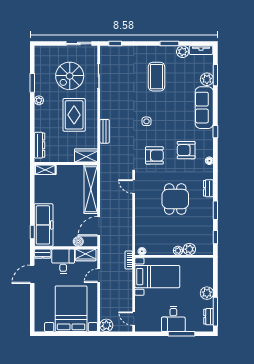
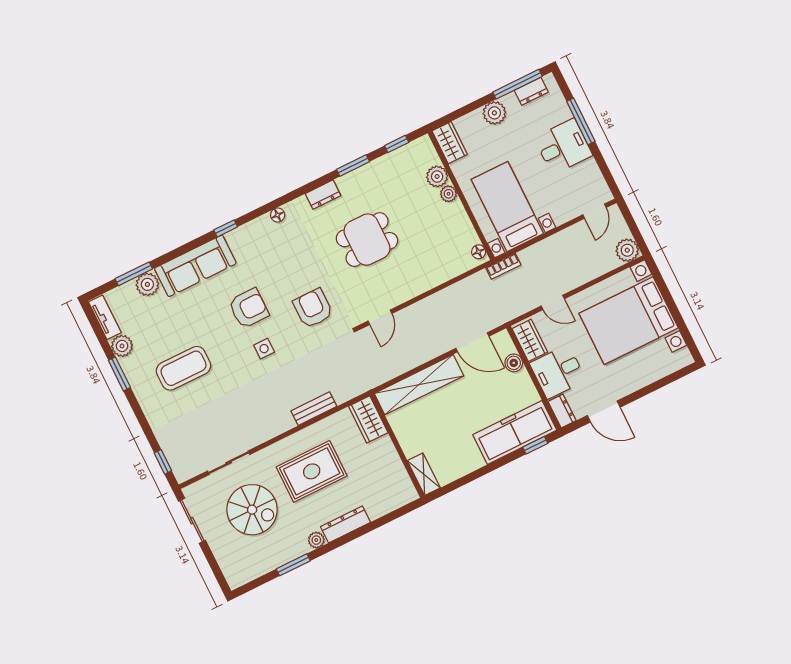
dresser: (39, 145) -> (345, 524), moved
armchair: (186, 150) -> (249, 308), moved, turned -90
wardrobe: (203, 264) -> (450, 143), added

